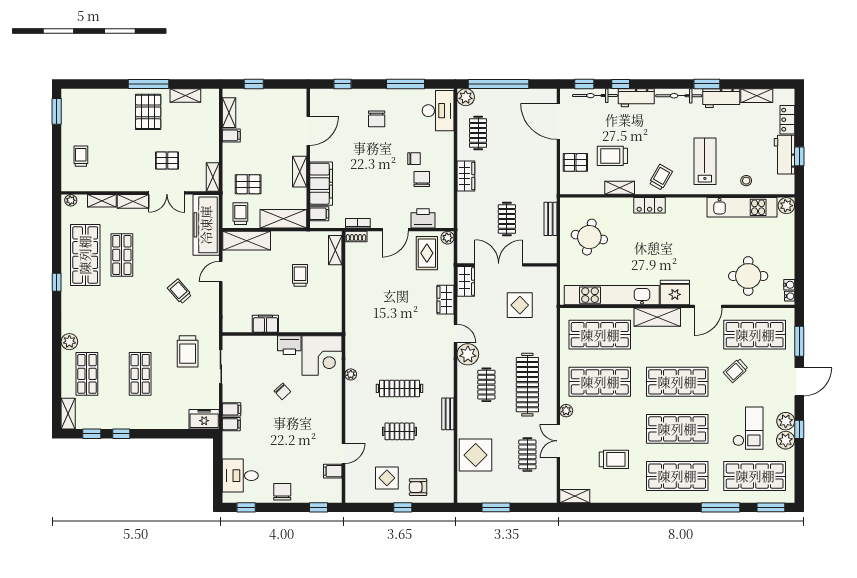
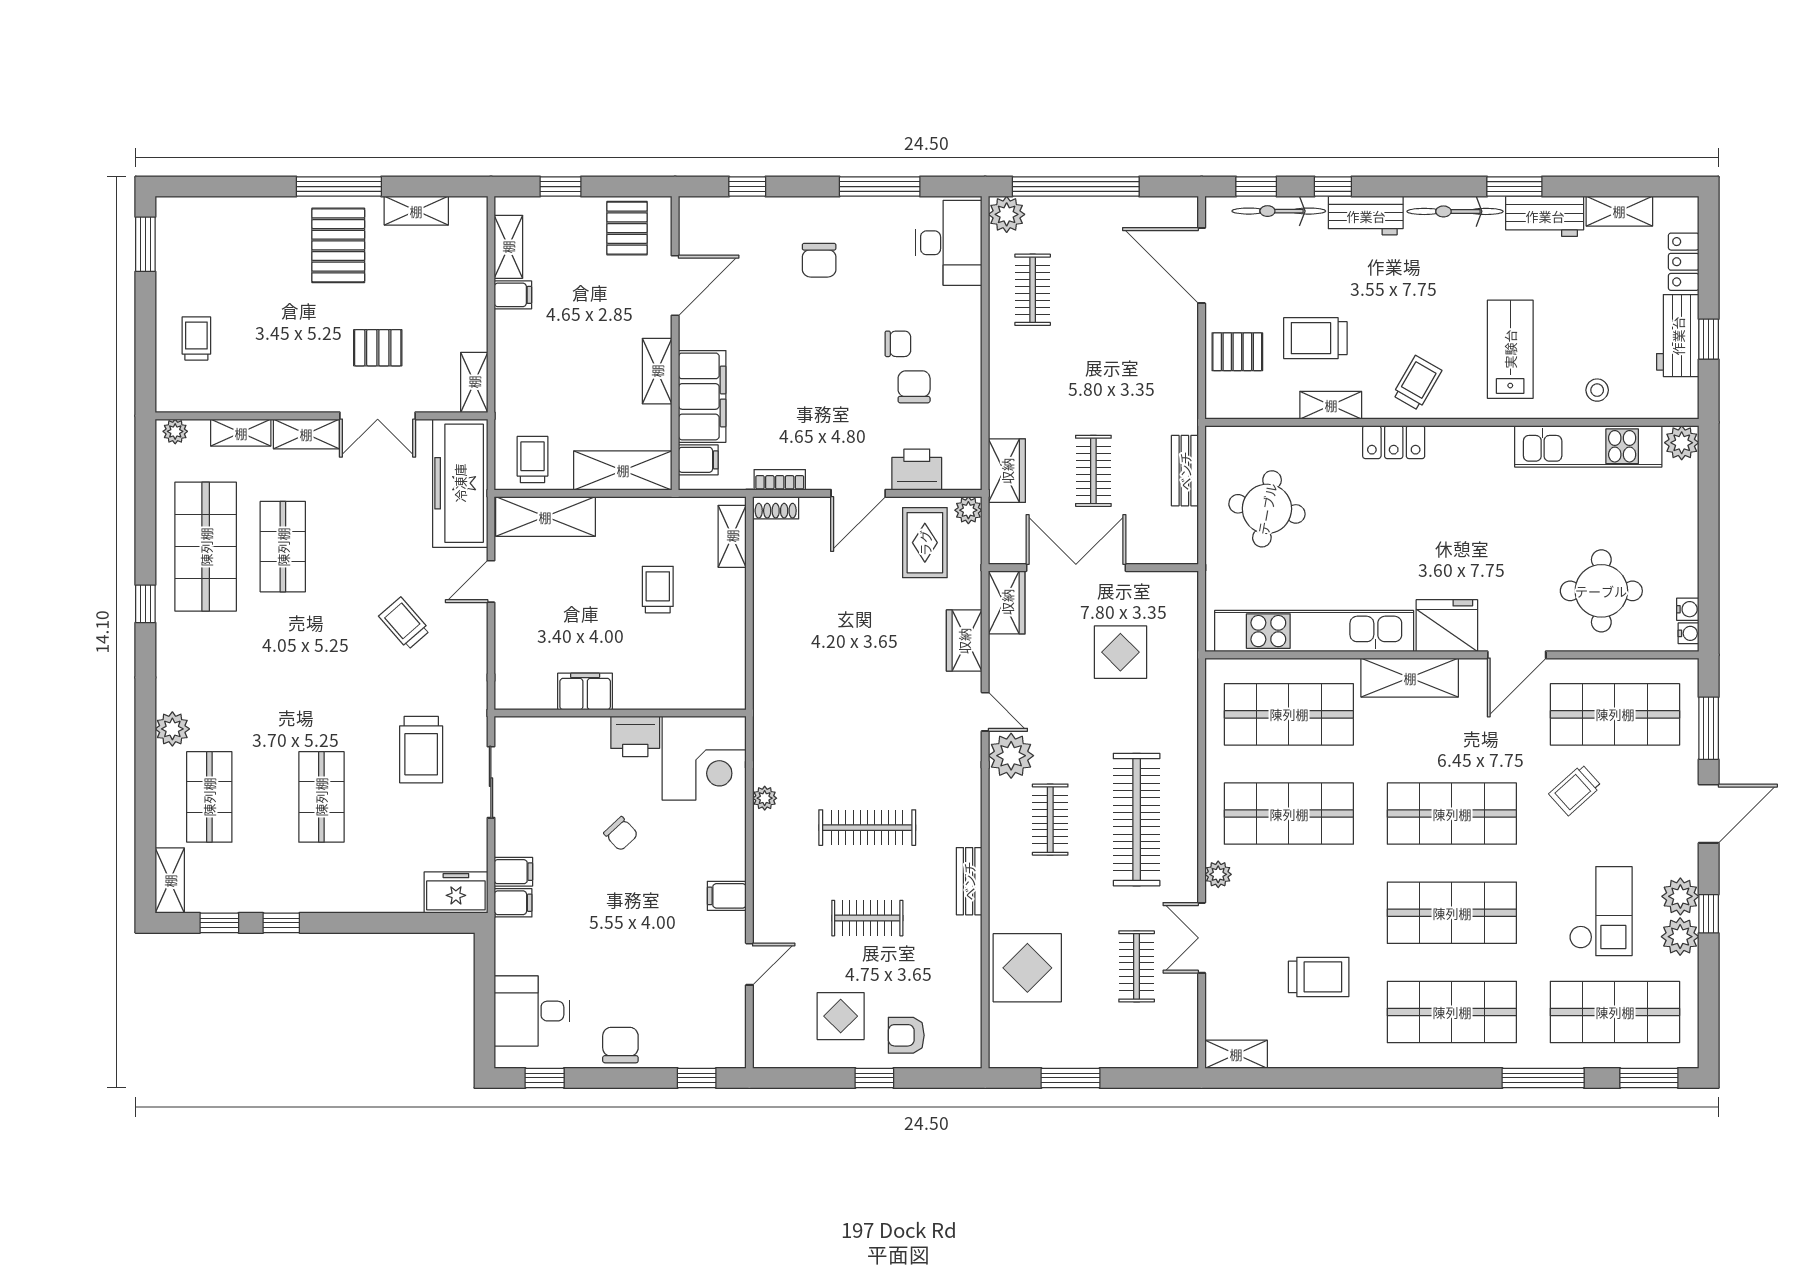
wardrobe: (466, 176) -> (1007, 471), moved
pallet: (248, 184) -> (627, 228), moved, turned 90
filing cabinet: (333, 471) -> (727, 896), moved

